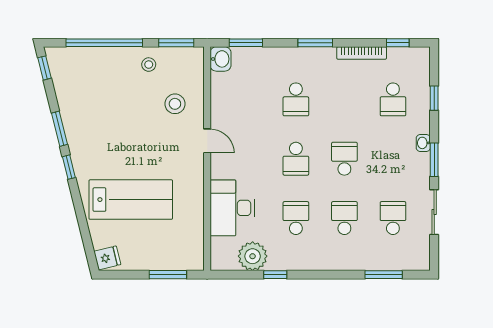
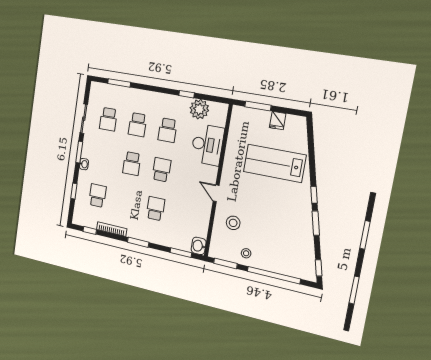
fridge: (107, 258) -> (278, 121), moved, turned -76

